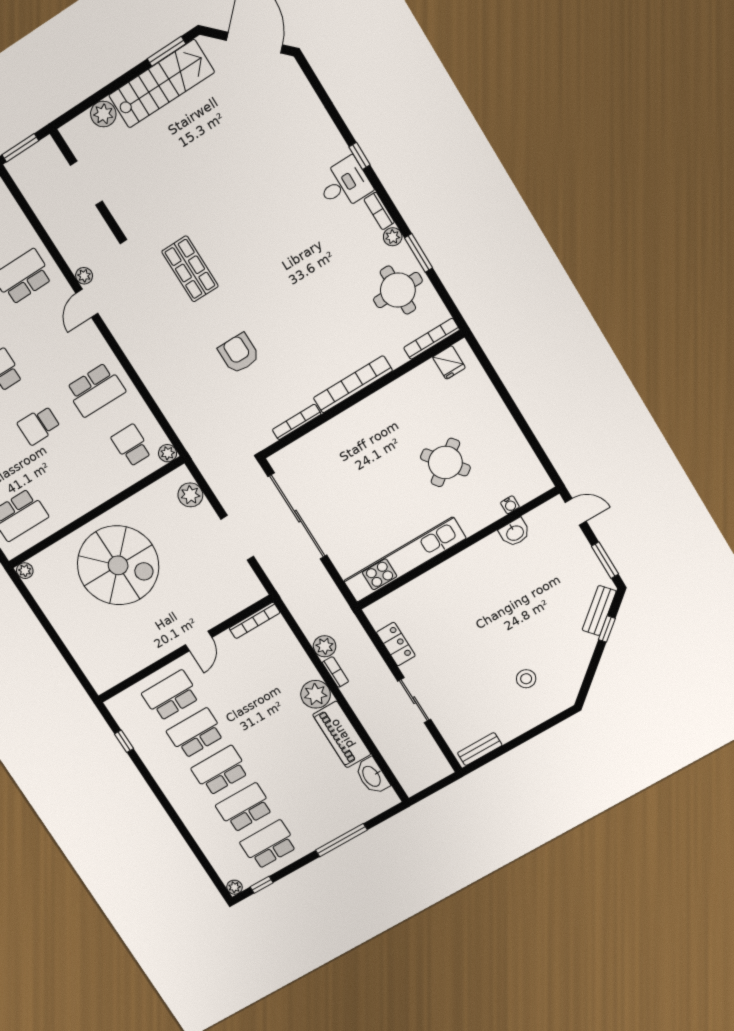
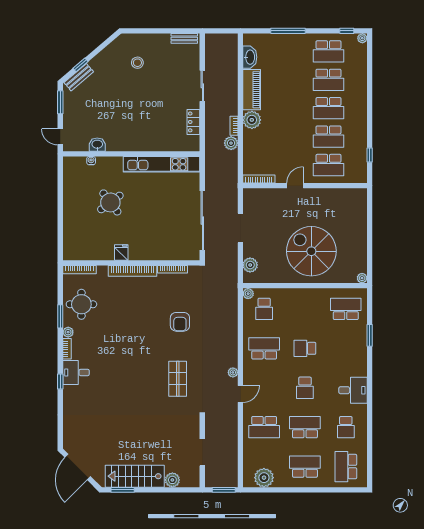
plant: (84, 276) -> (233, 372), moved
fridge: (449, 362) -> (121, 252), moved
school desk: (39, 425) -> (305, 348), turned 180

